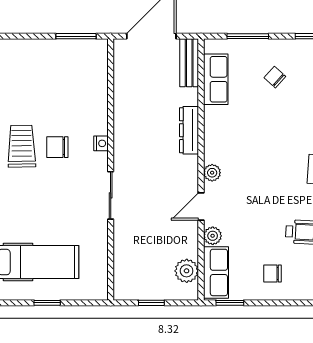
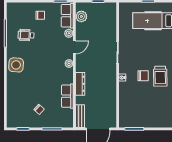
row of seats: (216, 79) -> (67, 96), moved

